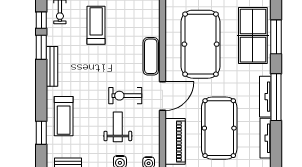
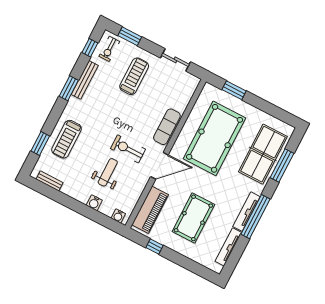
window: (41, 47) -> (69, 88), moved
bench: (52, 66) -> (85, 80), moved
pool table: (219, 128) -> (193, 218), width x0.73, depth x0.76

